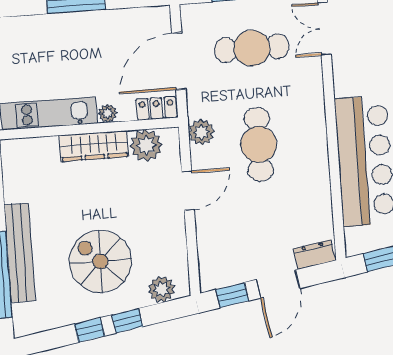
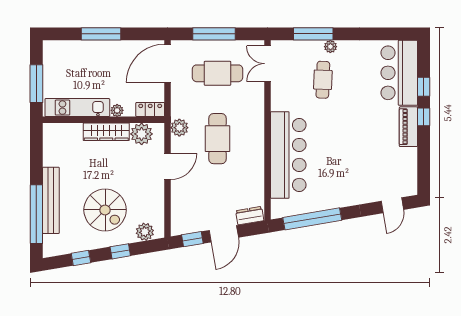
door: (179, 61) -> (168, 63), moved
spiral stairs: (100, 261) -> (105, 210), turned 180
window: (89, 330) -> (81, 258), moved

